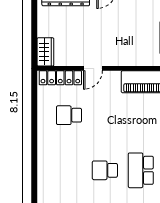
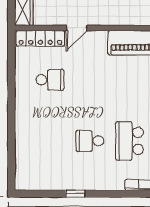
school desk: (69, 115) -> (50, 80), turned 180

